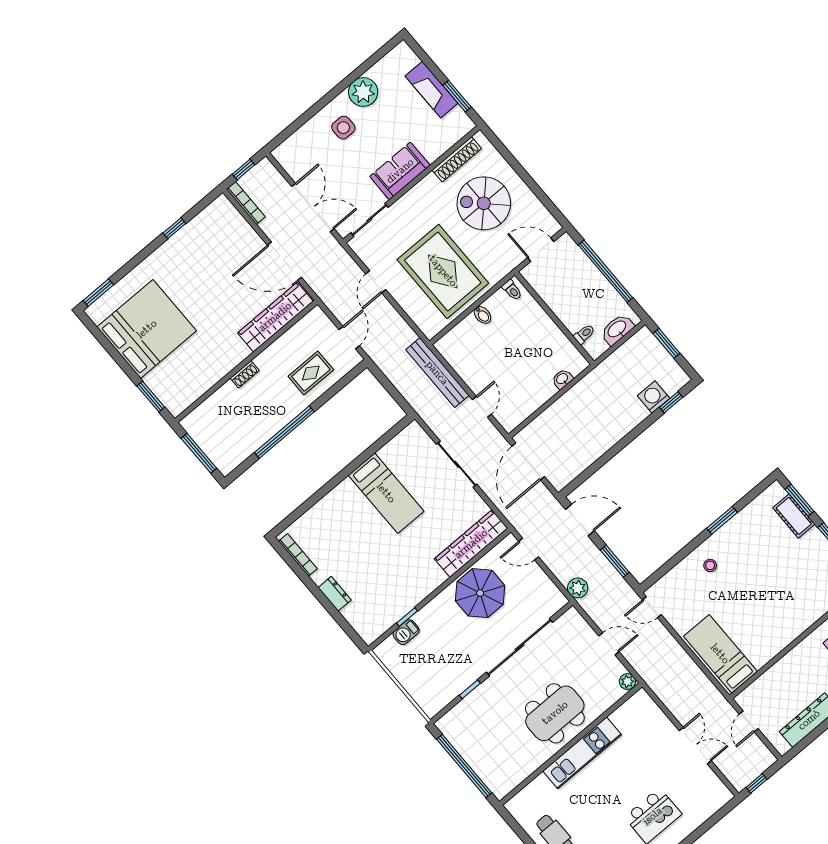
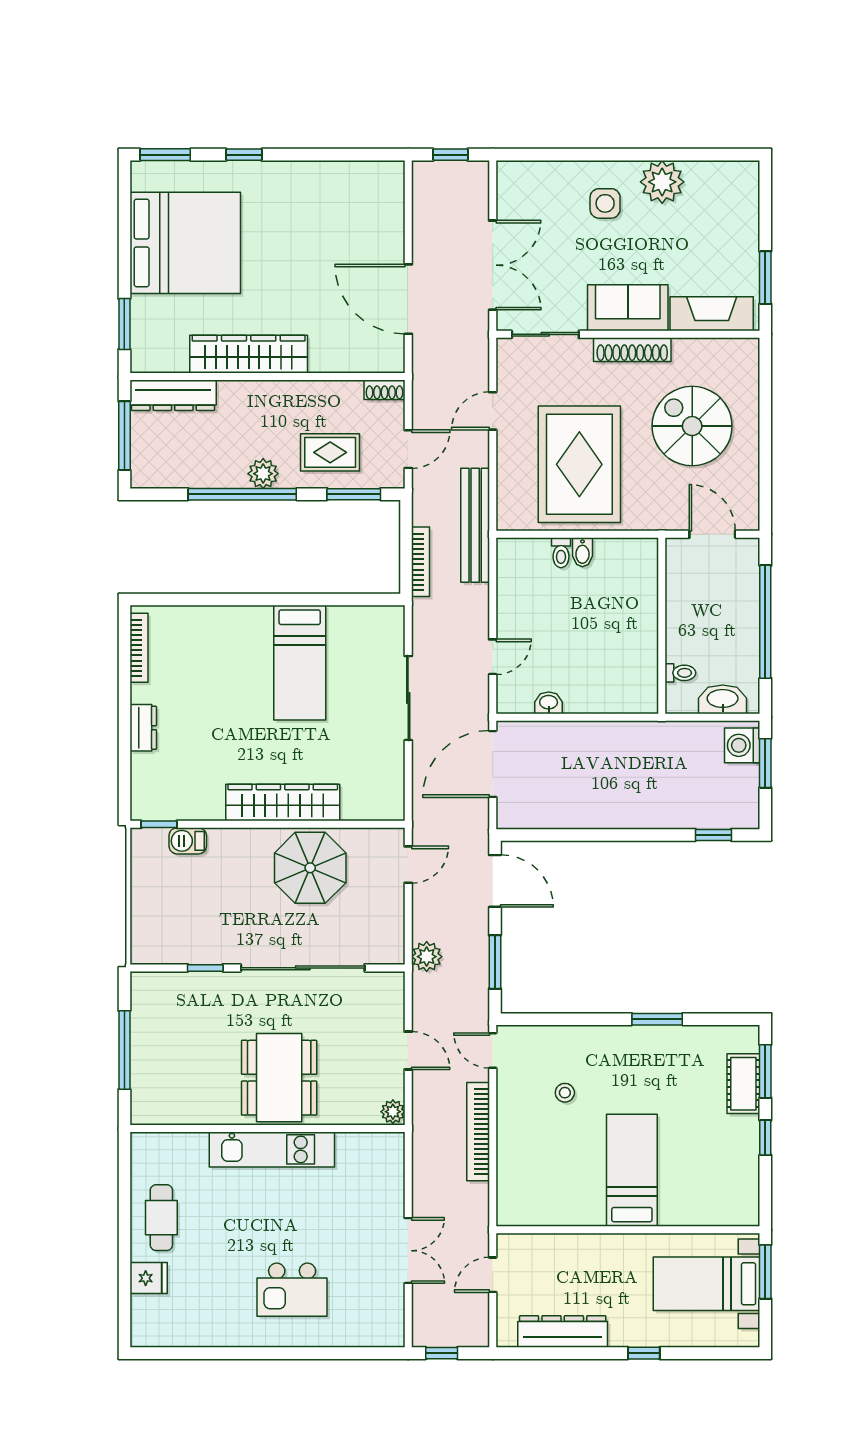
fireplace: (432, 90) -> (712, 314), moved, turned 90
shoe rack: (457, 159) -> (632, 350), moved
bookcase: (246, 203) -> (421, 562), moved
window: (174, 228) -> (244, 155), moved
toilet: (512, 290) -> (561, 553), moved
wardrobe: (275, 317) -> (249, 354), moved
bench: (437, 373) -> (475, 525), moved
shoe rack: (245, 374) -> (385, 390), moved
washbasin: (562, 379) -> (549, 703), moved
window: (341, 384) -> (354, 494), added
washing machine: (654, 397) -> (742, 745), moved, turned -90
dresser: (206, 412) -> (173, 395), added
plant: (286, 413) -> (263, 474), added
wardrobe: (471, 544) -> (283, 802), moved
door: (529, 549) -> (408, 865), swing flipped
stool: (710, 565) -> (565, 1093), moved
window: (407, 617) -> (159, 824), moved
bed: (720, 654) -> (632, 1170), moved
bookcase: (679, 655) -> (478, 1132), added
dining table: (555, 713) -> (279, 1078), turned 90
window: (464, 766) -> (124, 1050), width x0.68

